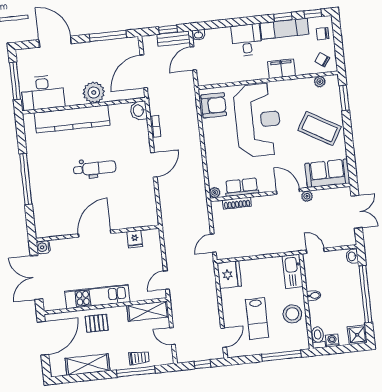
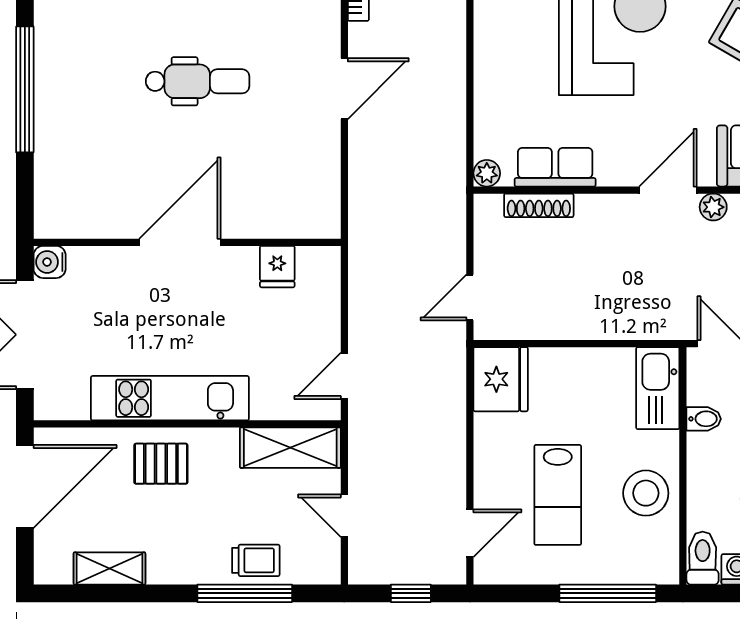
door: (288, 191) -> (668, 190), hinge flipped
bidet: (314, 296) -> (704, 419), moved
shelving: (88, 365) -> (109, 568), width x0.67, depth x0.75

